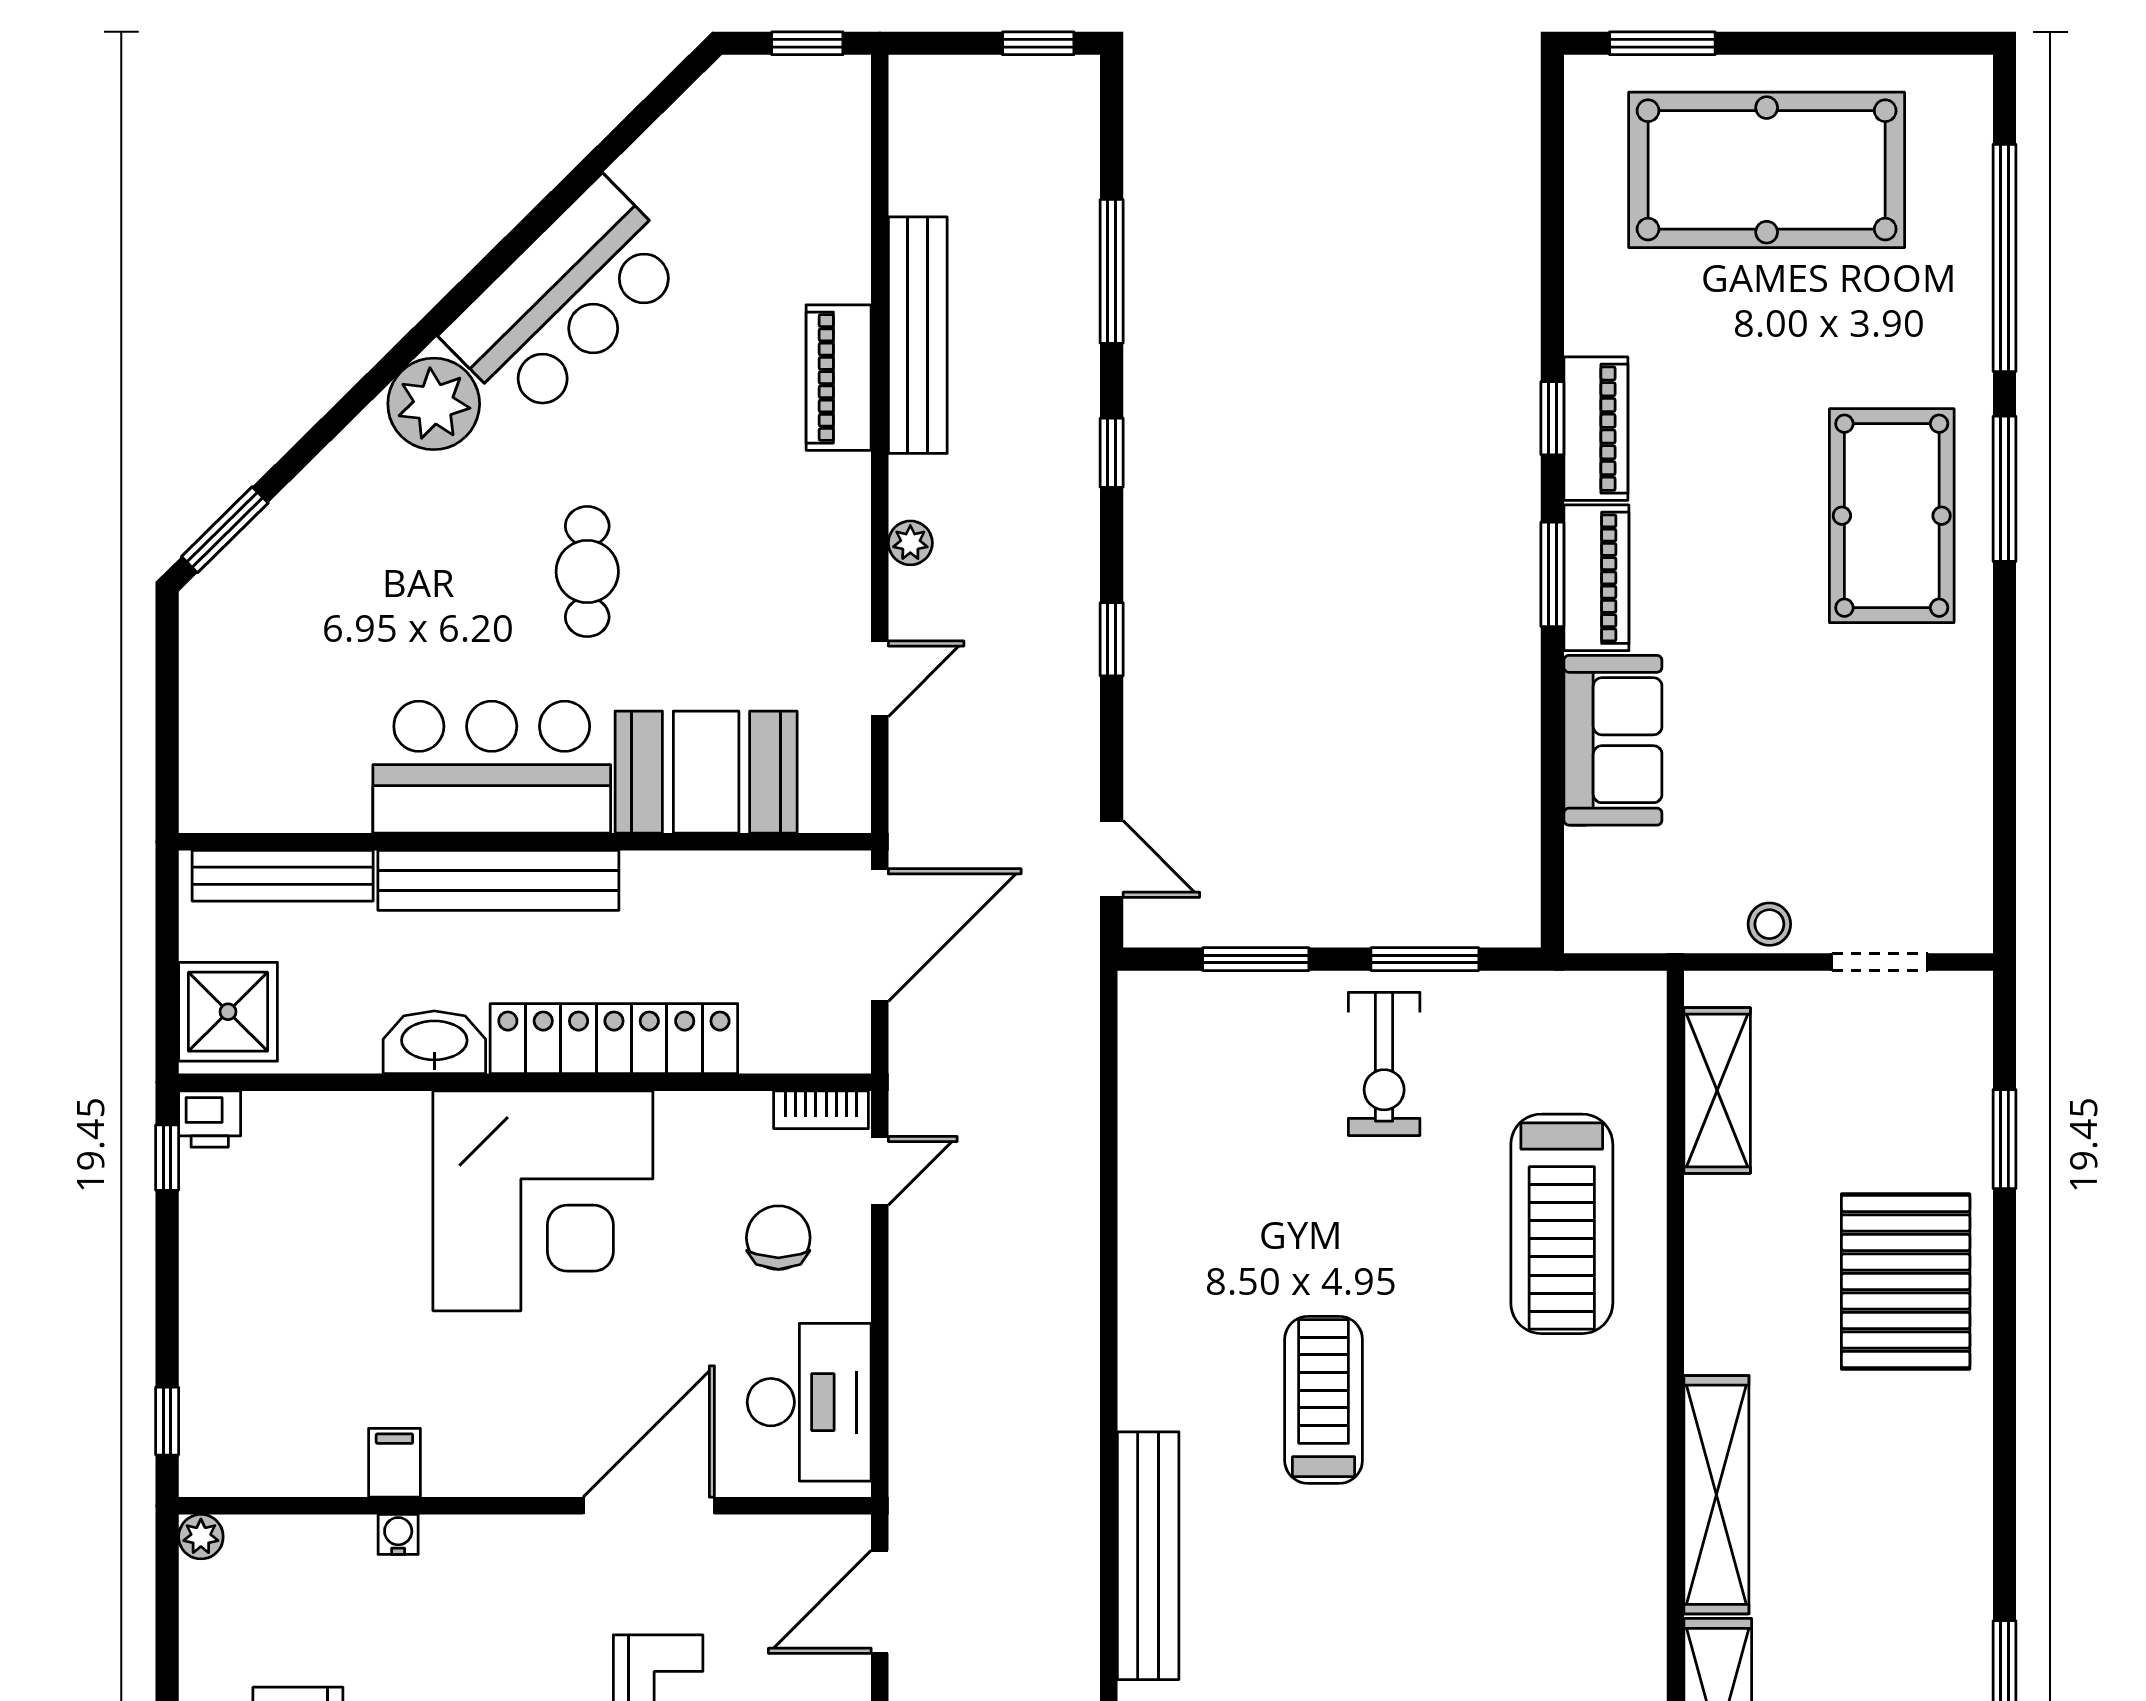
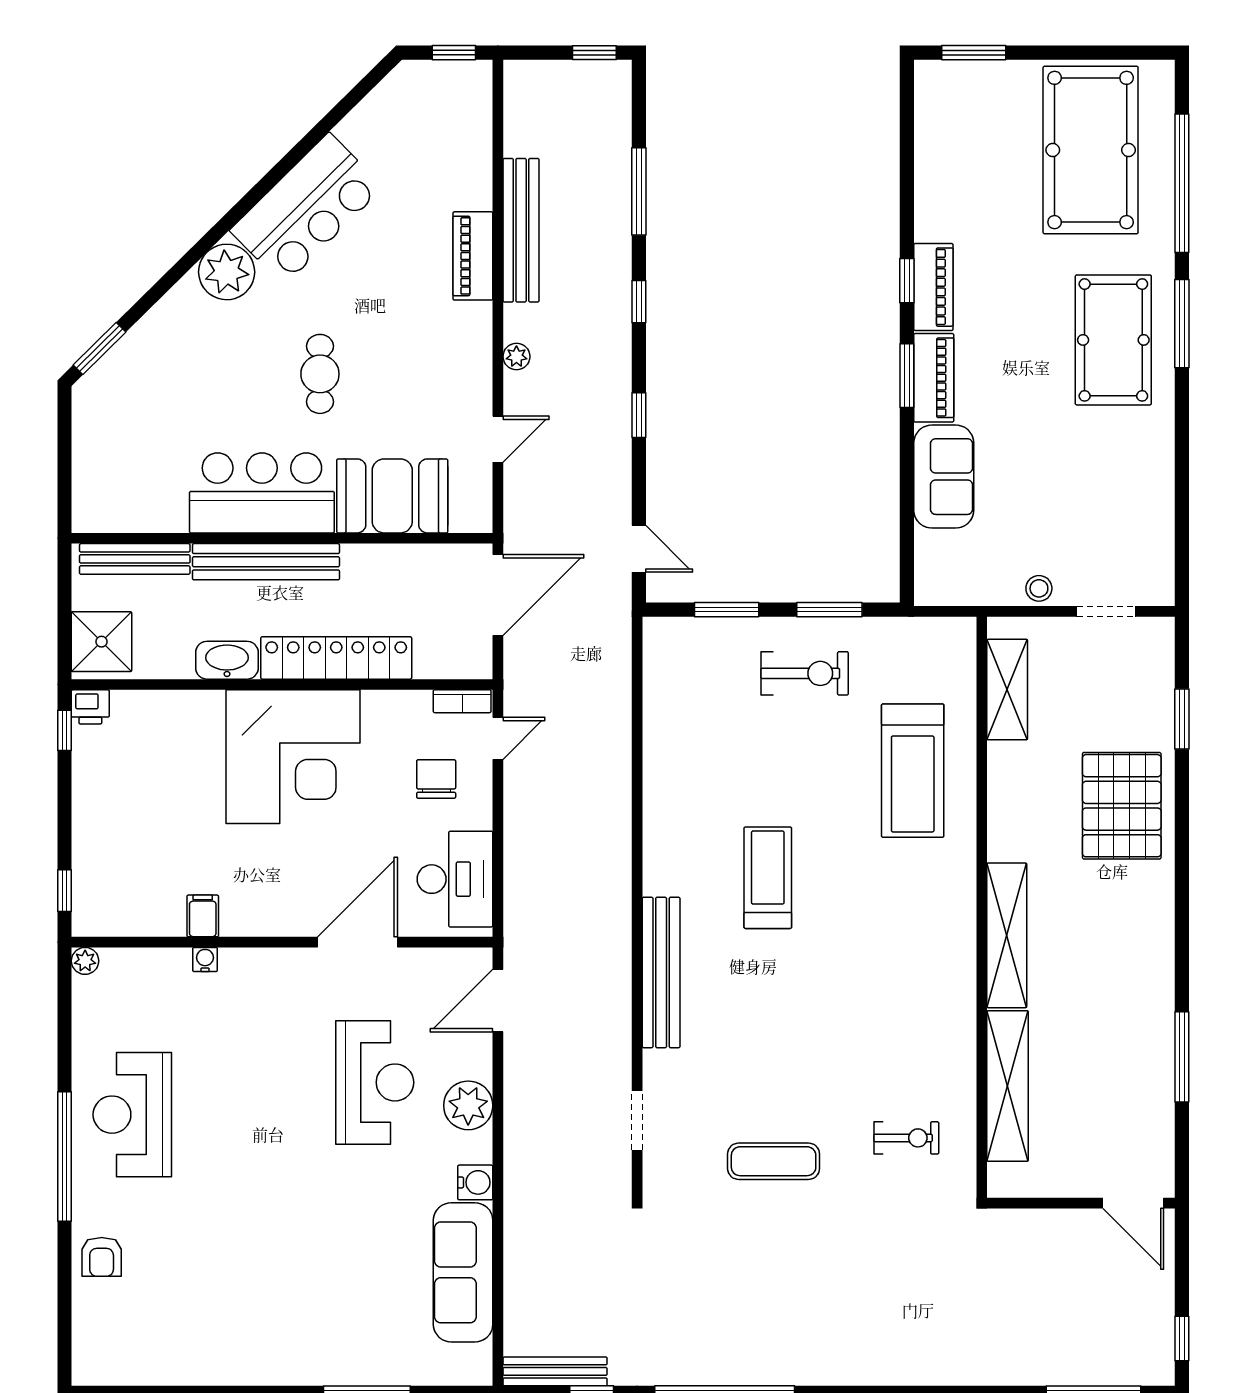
pool table: (1767, 170) -> (1091, 150), moved, turned 90
exercise bike: (1384, 1064) -> (805, 673), turned -90

